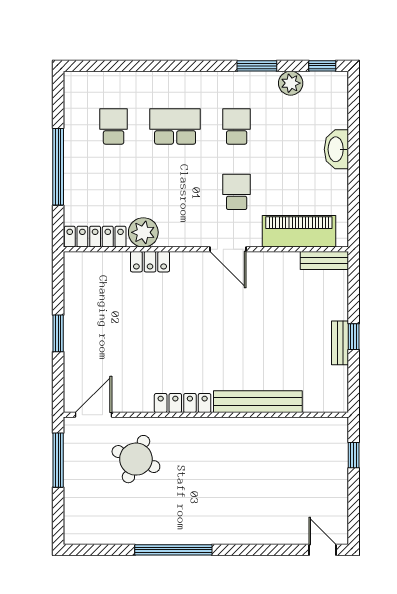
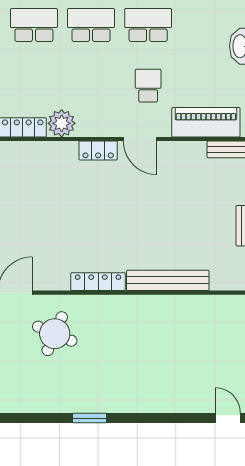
school desk: (114, 126) -> (34, 25), width x1.85
school desk: (237, 126) -> (148, 25), width x1.85
locker: (150, 262) -> (98, 150), moved
window: (173, 550) -> (89, 418), width x0.47

